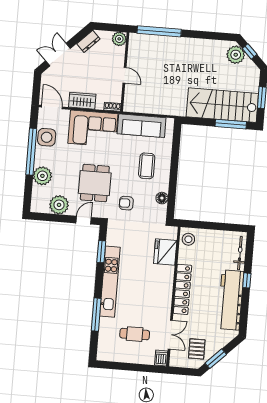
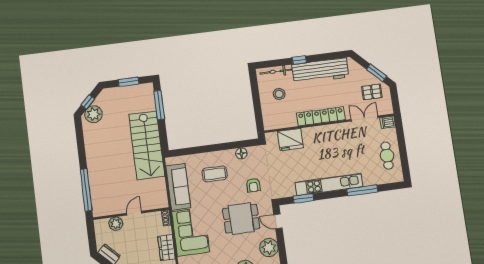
plant: (119, 39) -> (116, 224), moved
stairs: (222, 105) -> (147, 145), moved
stool: (188, 239) -> (279, 94), moved
cafe table: (135, 334) -> (387, 156), moved

